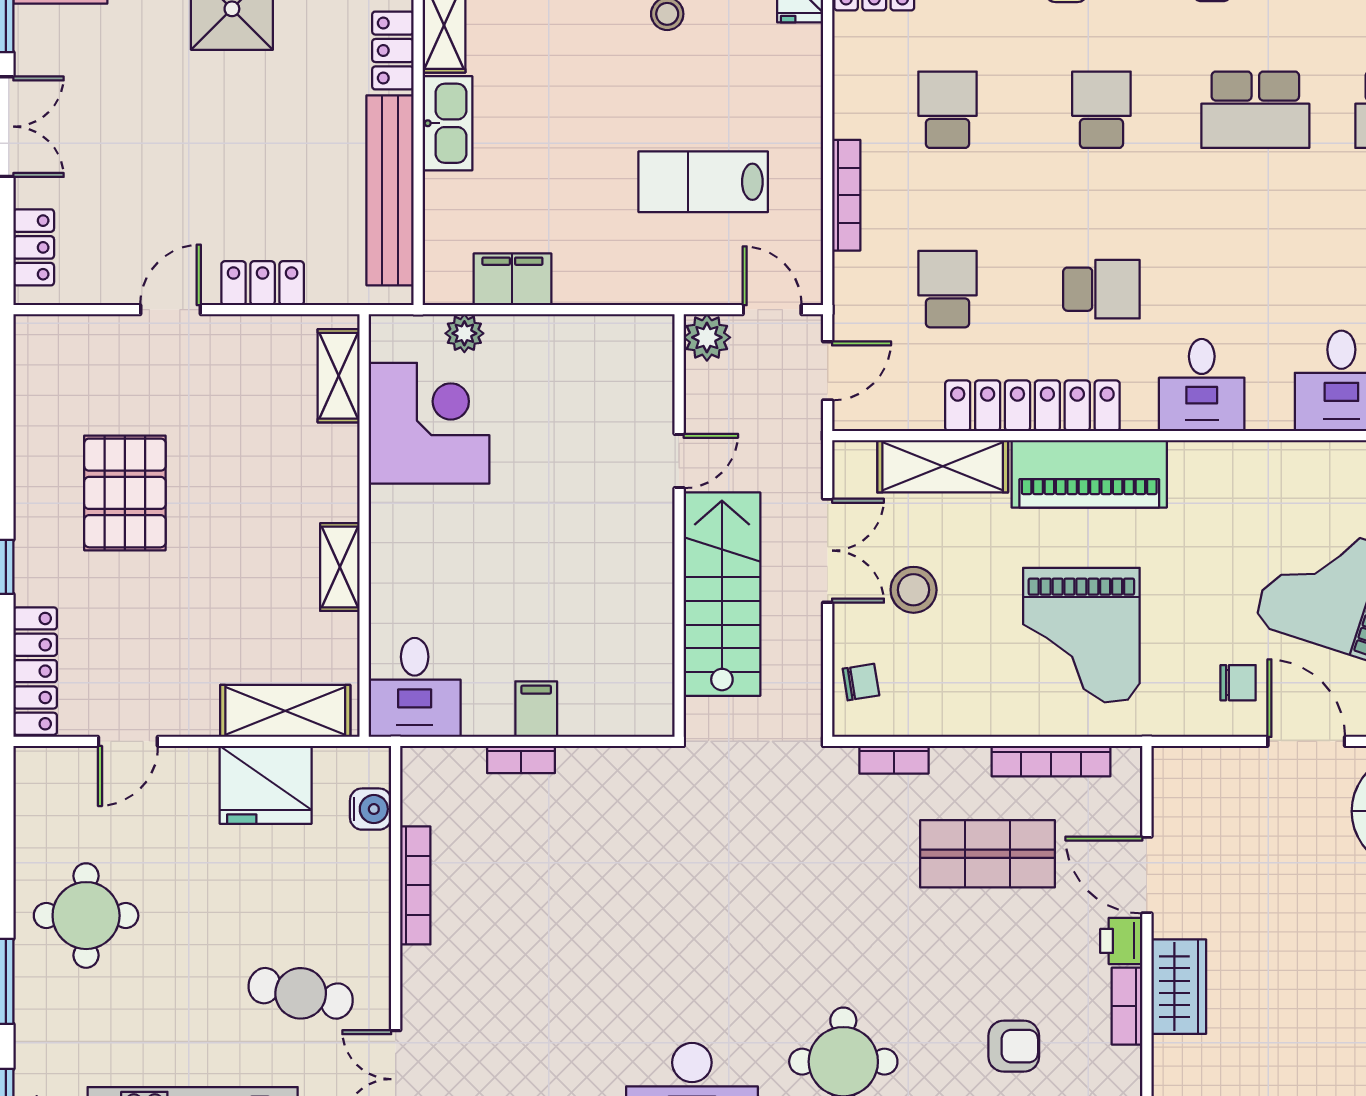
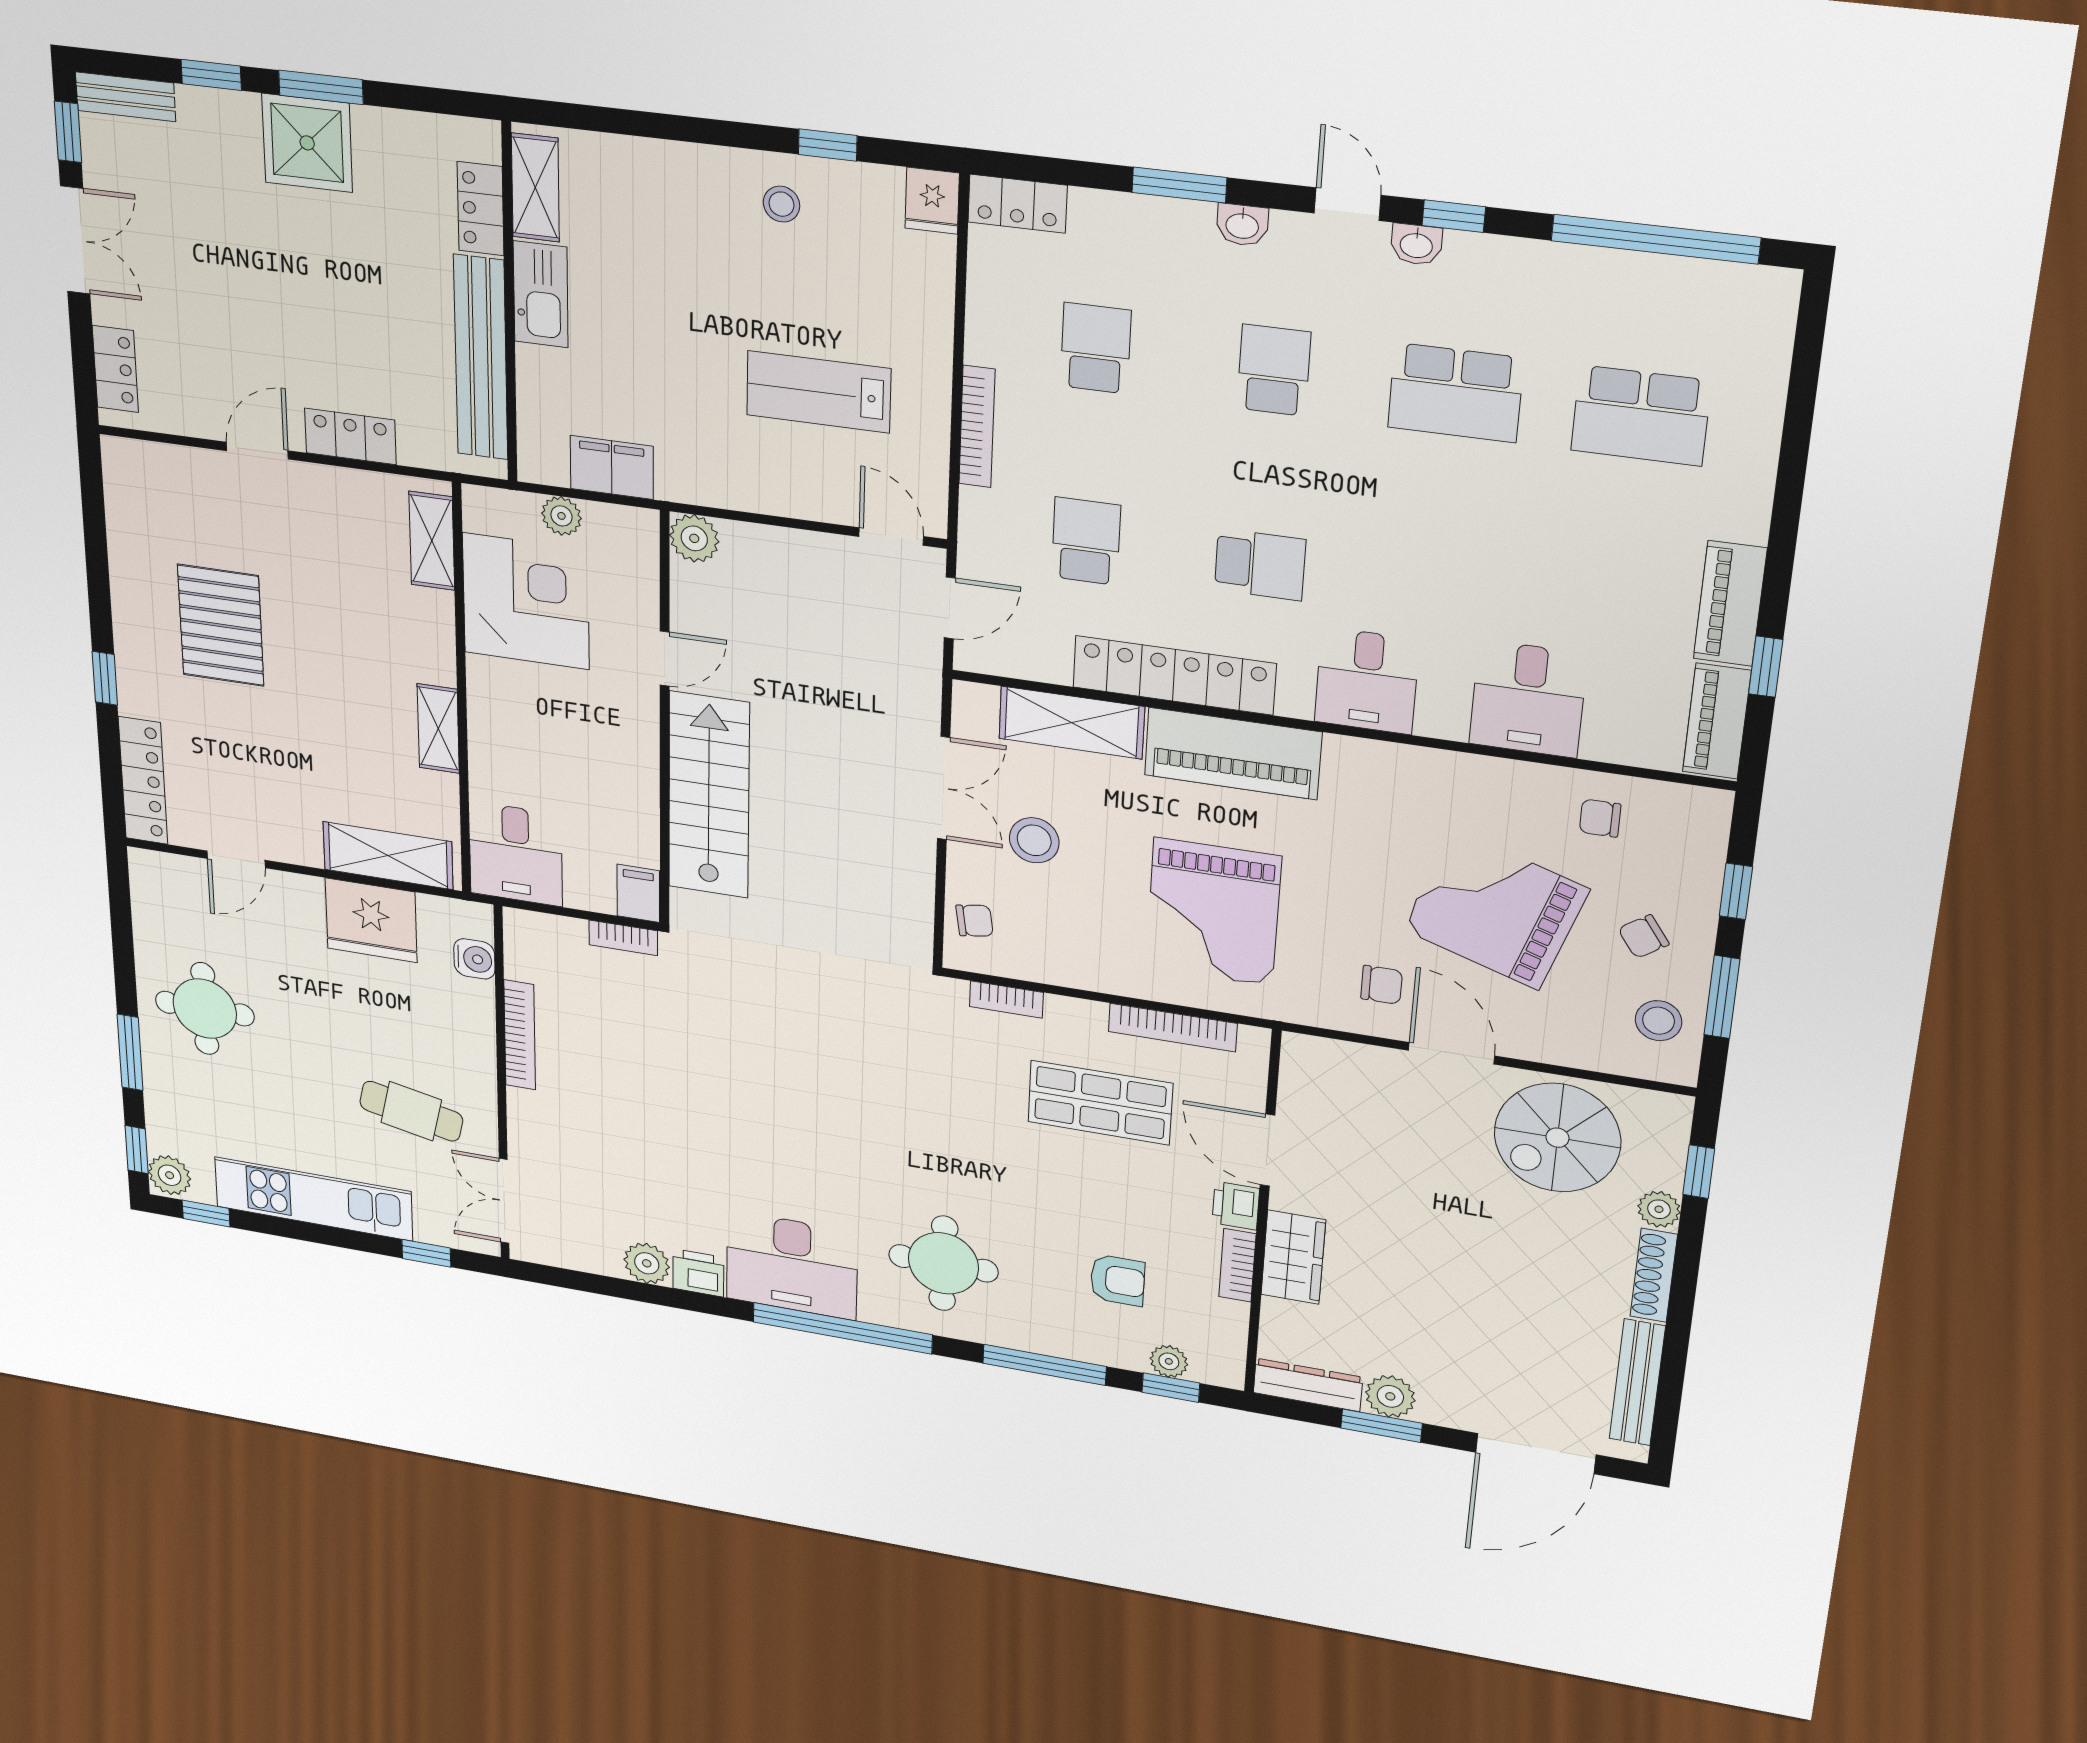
plant: (707, 337) -> (694, 538), moved
door: (679, 461) -> (665, 659), moved
wall: (679, 526) -> (665, 722), moved
stairs: (722, 594) -> (709, 795), moved

